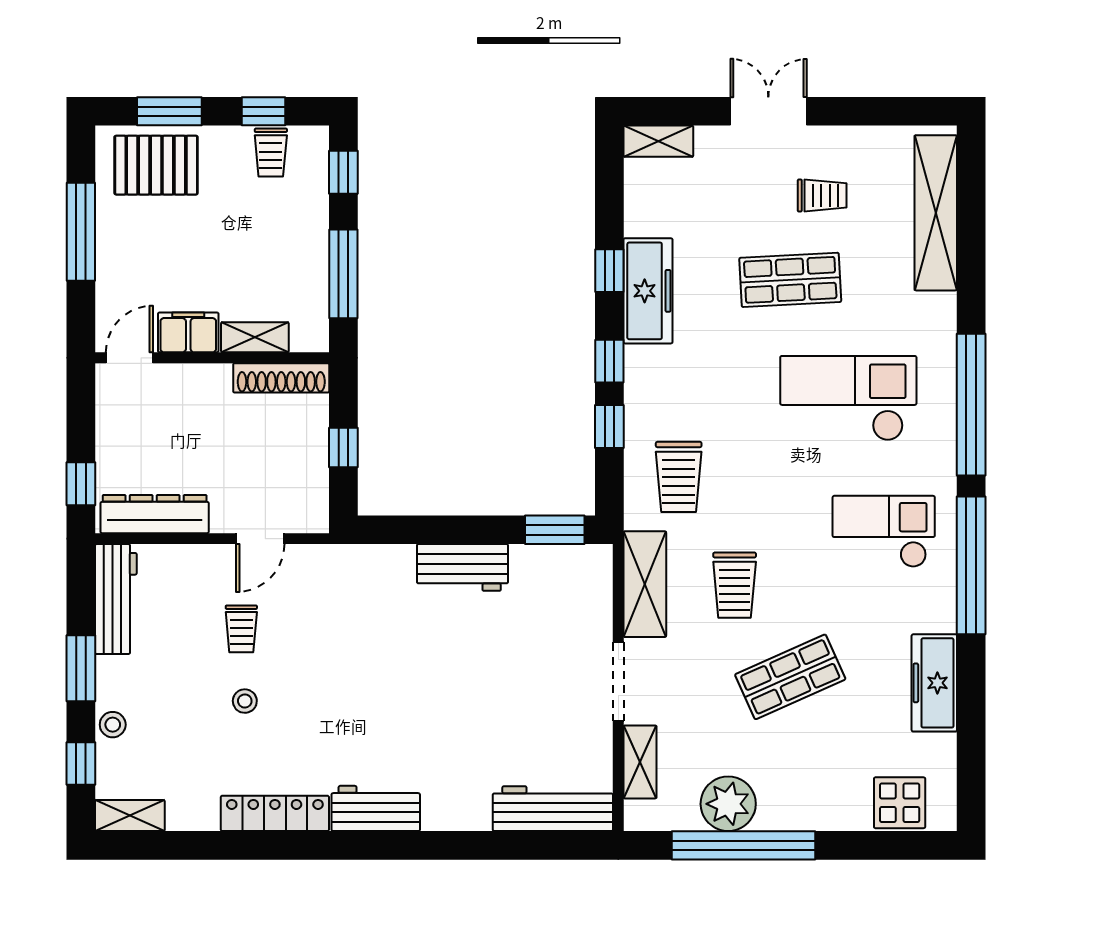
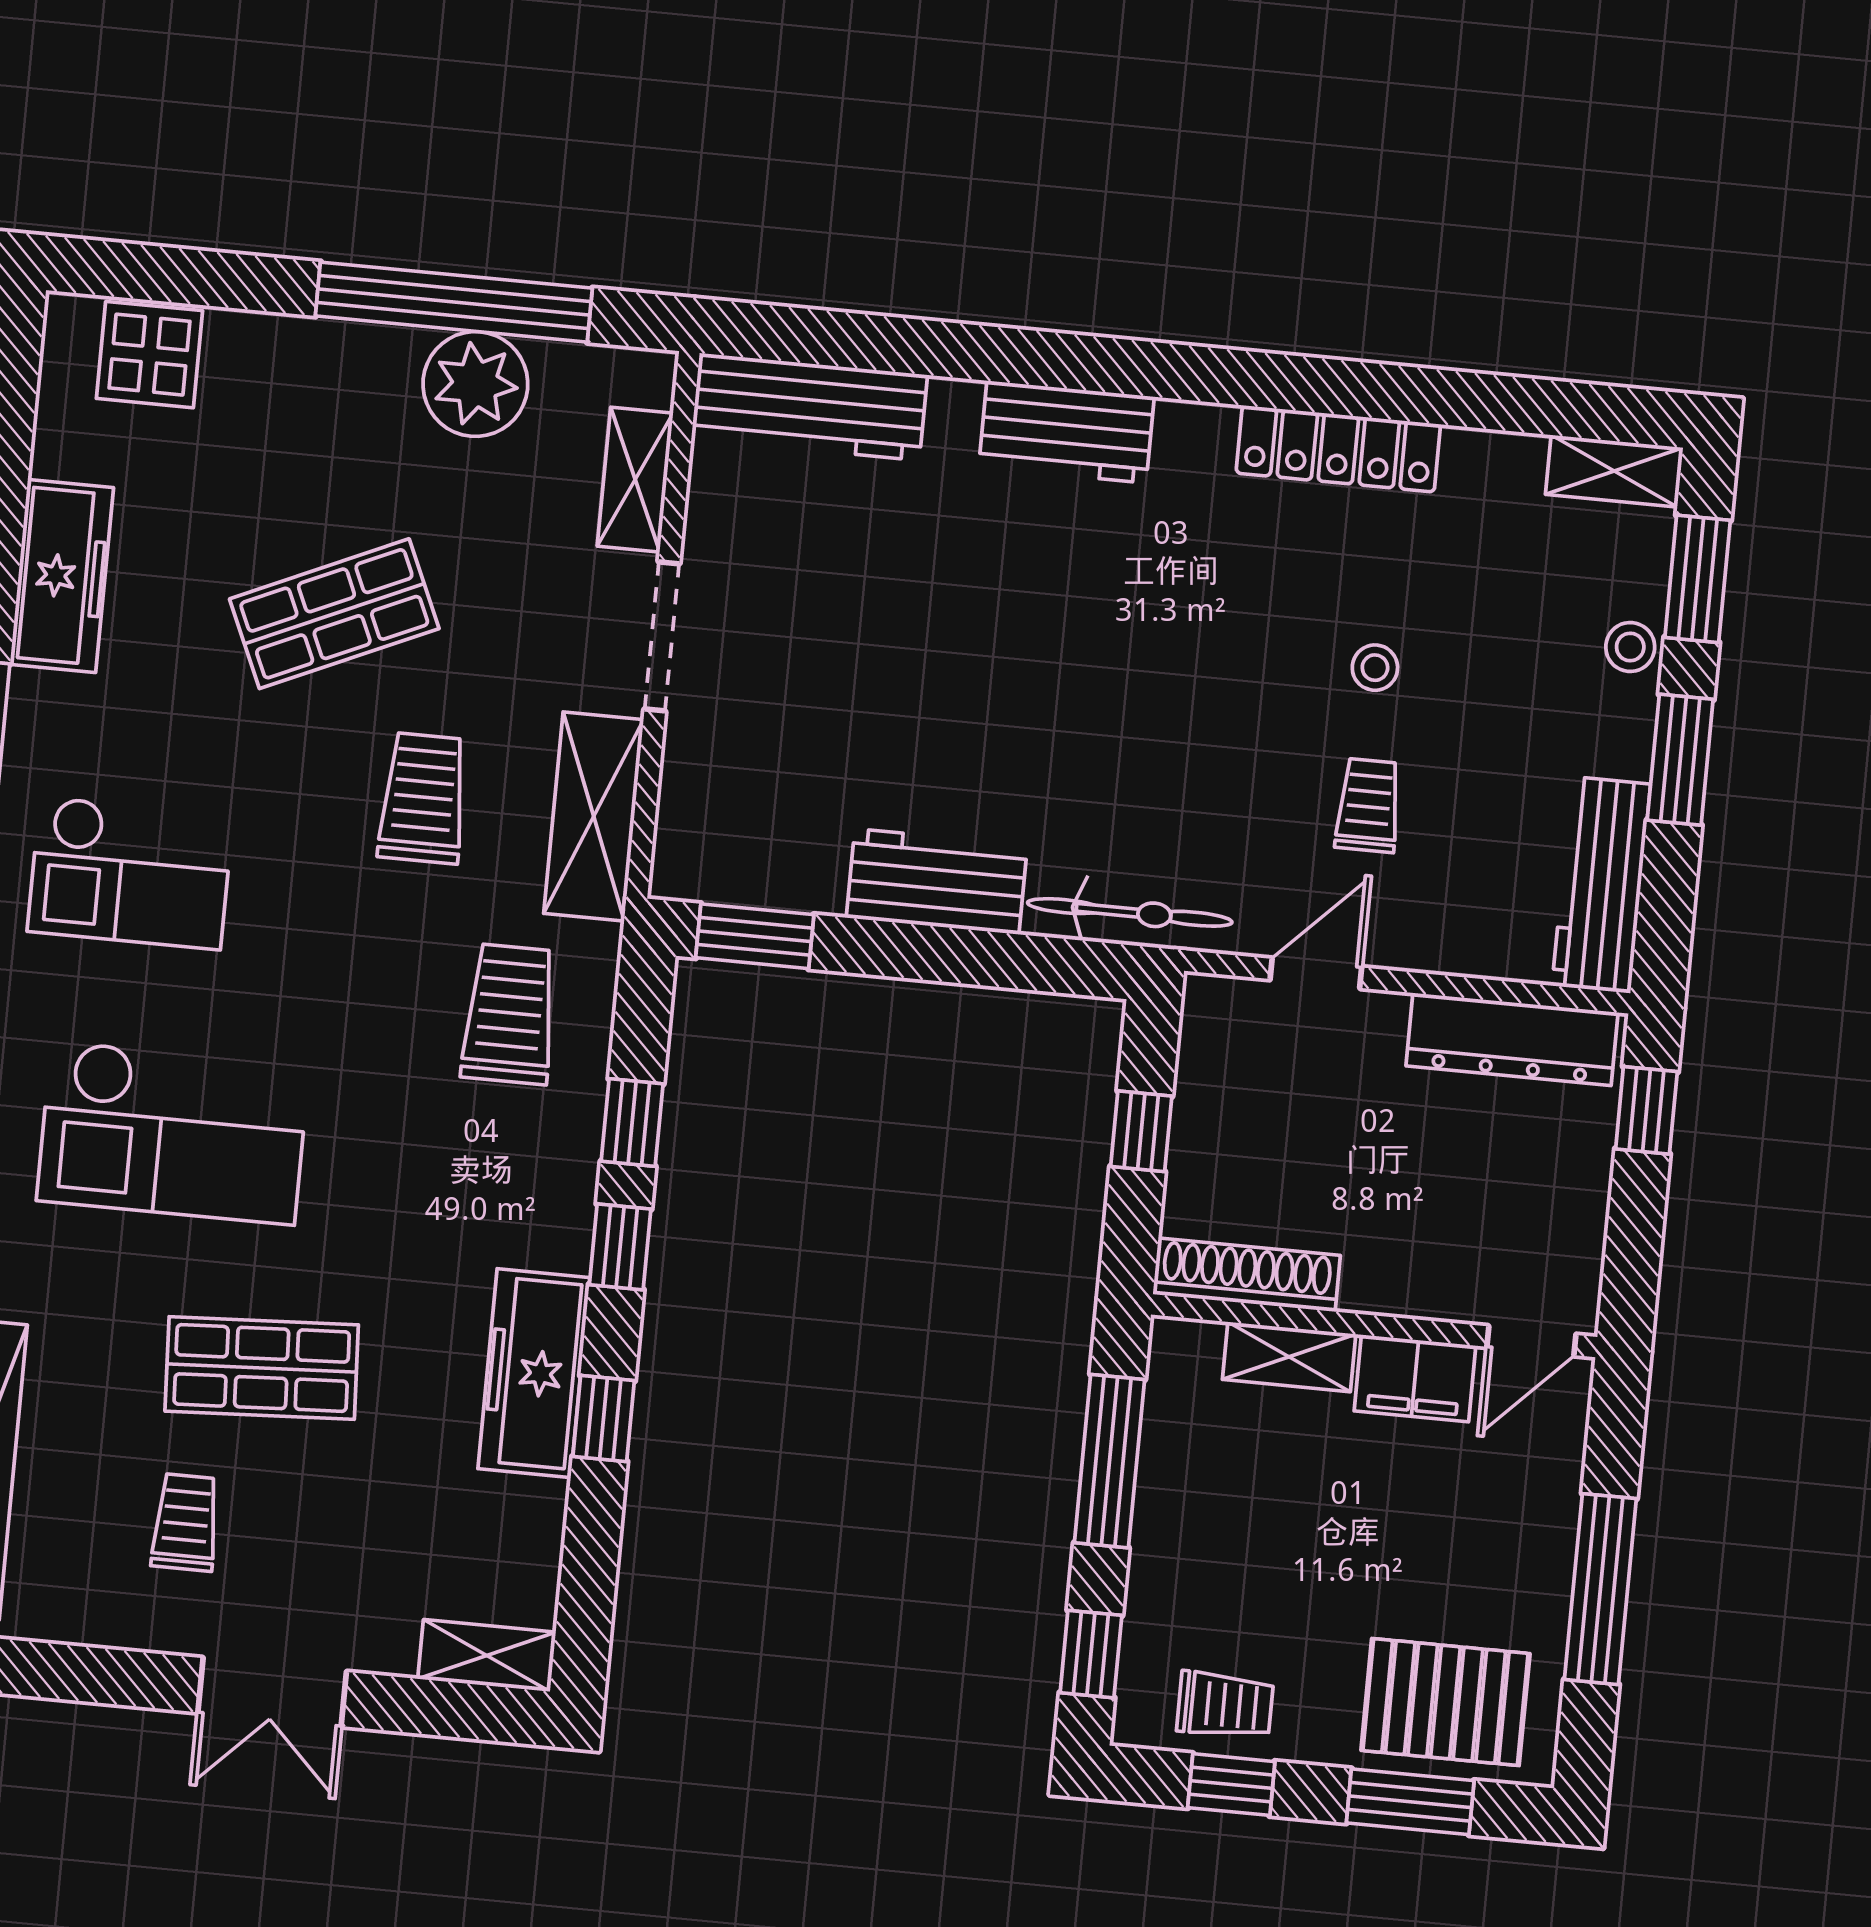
trolley: (271, 152) -> (1225, 1705), turned 90
trolley: (822, 195) -> (186, 1522), turned 90
bicycle: (360, 561) -> (1130, 912), added
window: (81, 764) -> (1698, 579), width x1.50
workbench: (376, 808) -> (1066, 432), moved

